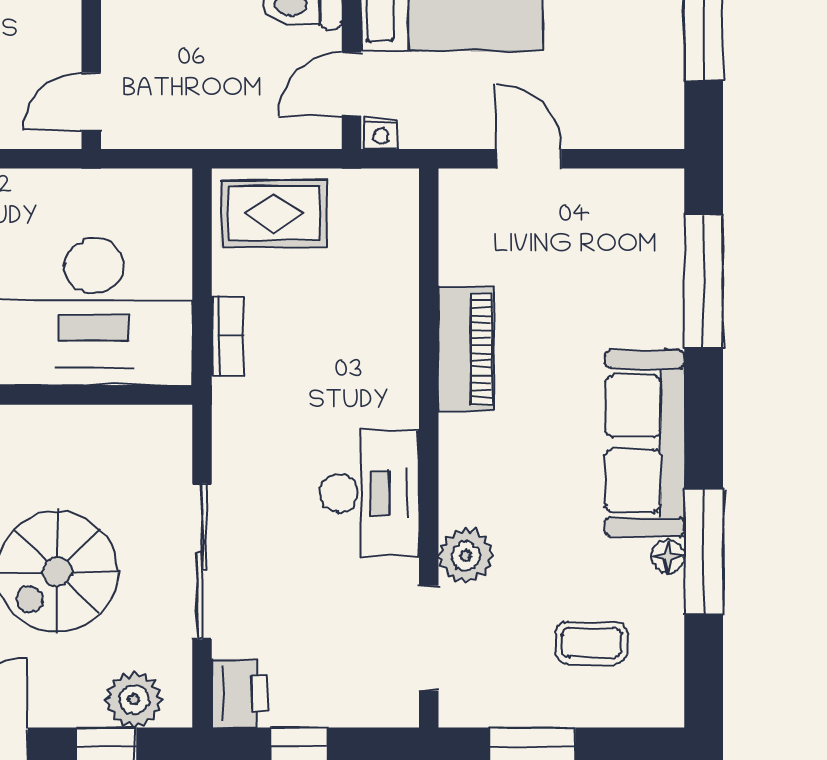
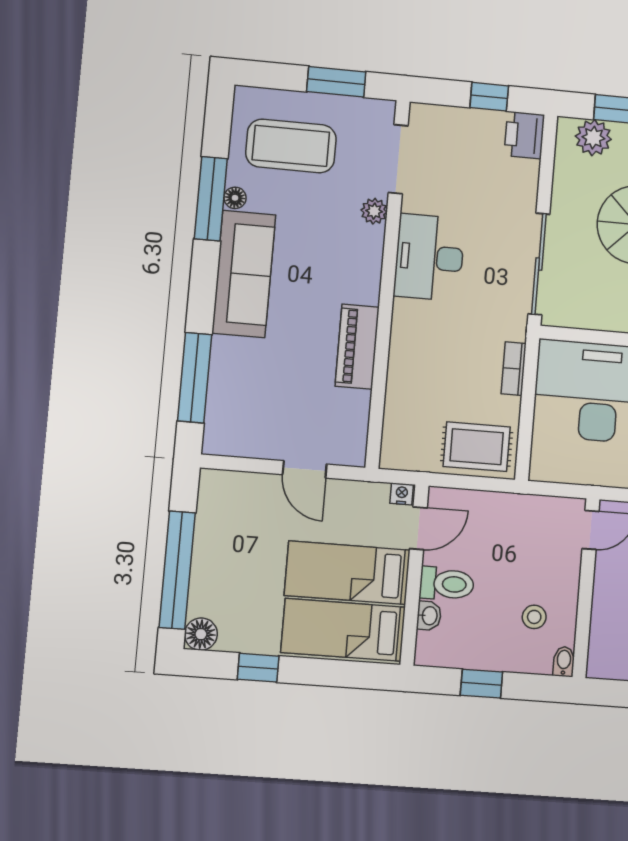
plant: (466, 556) -> (374, 211), width x0.73, depth x0.73
sliding door: (202, 561) -> (539, 264), moved
coffee table: (591, 643) -> (291, 146), width x1.86, depth x1.72

